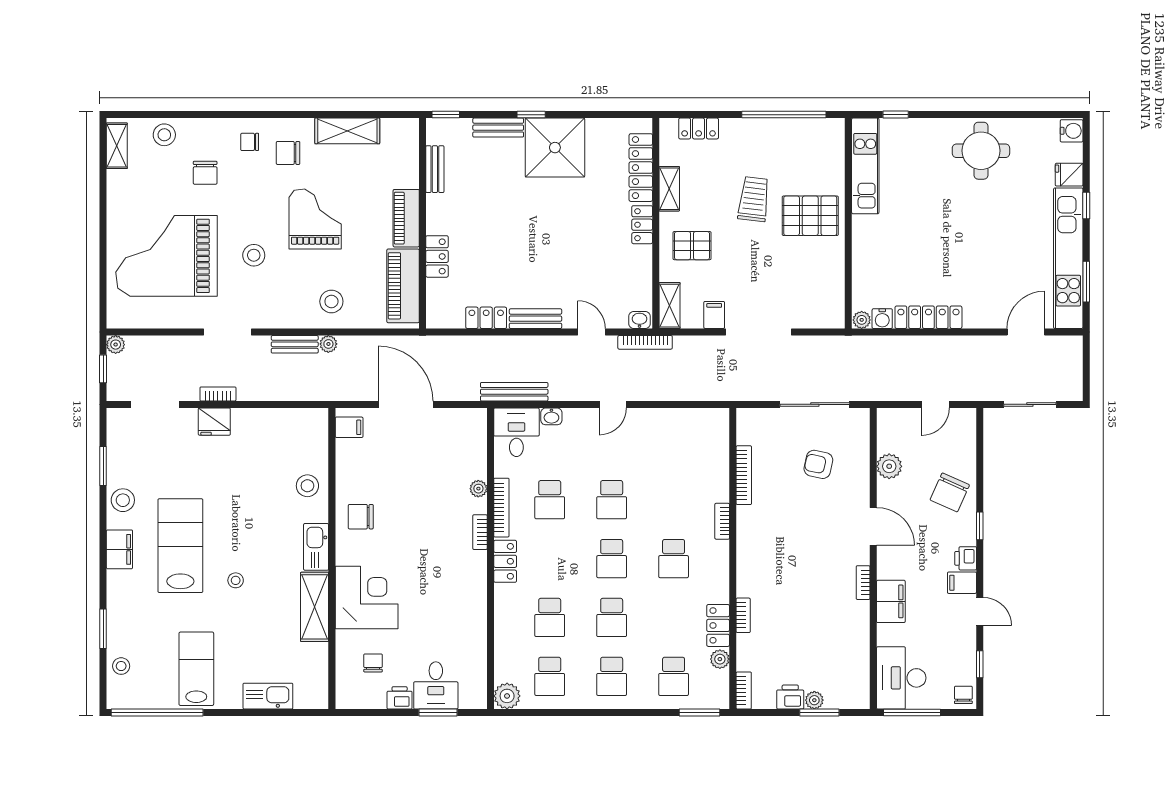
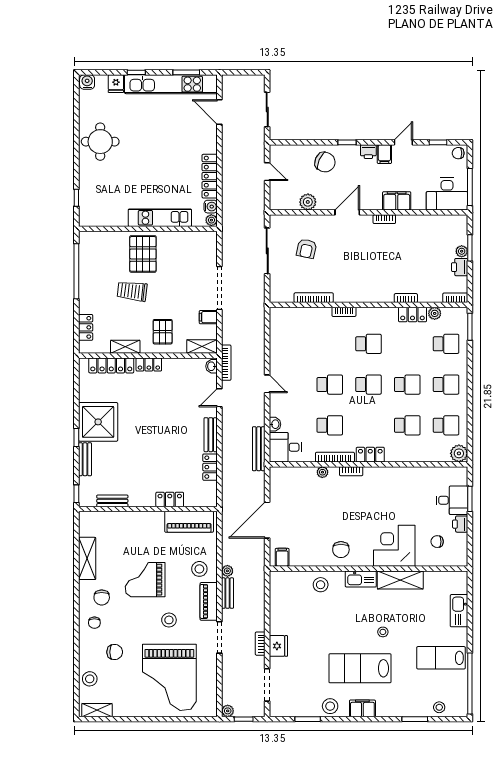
kitchen unit: (865, 166) -> (160, 218), moved
piano: (406, 218) -> (209, 601), moved, turned 90

